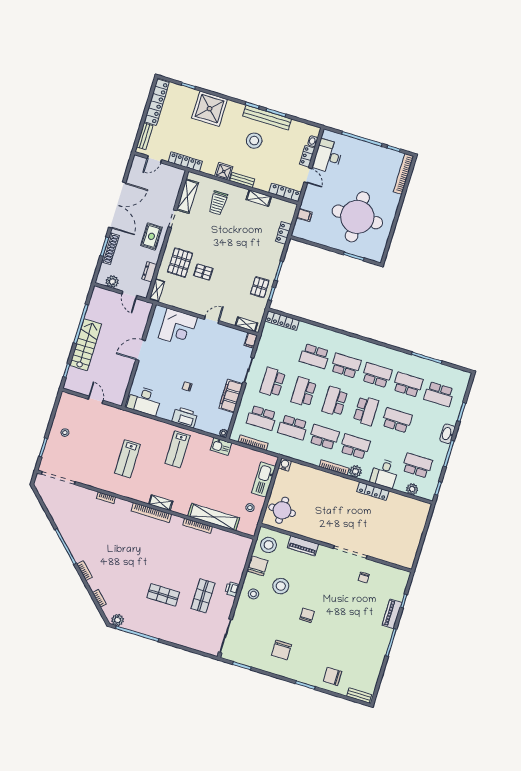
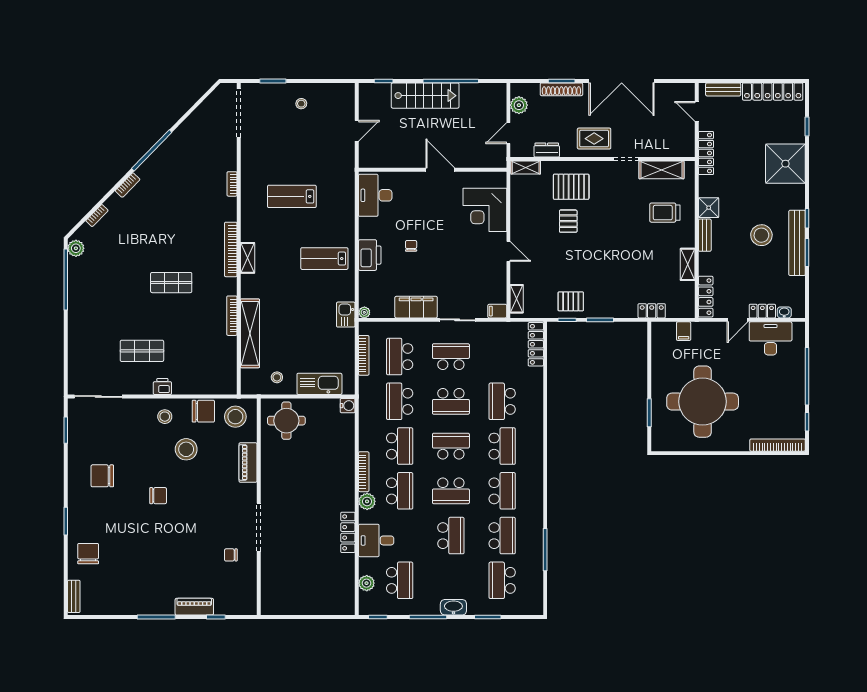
school desk: (304, 392) -> (451, 401), turned 180
shop shelf: (163, 595) -> (171, 283), moved, turned 90

